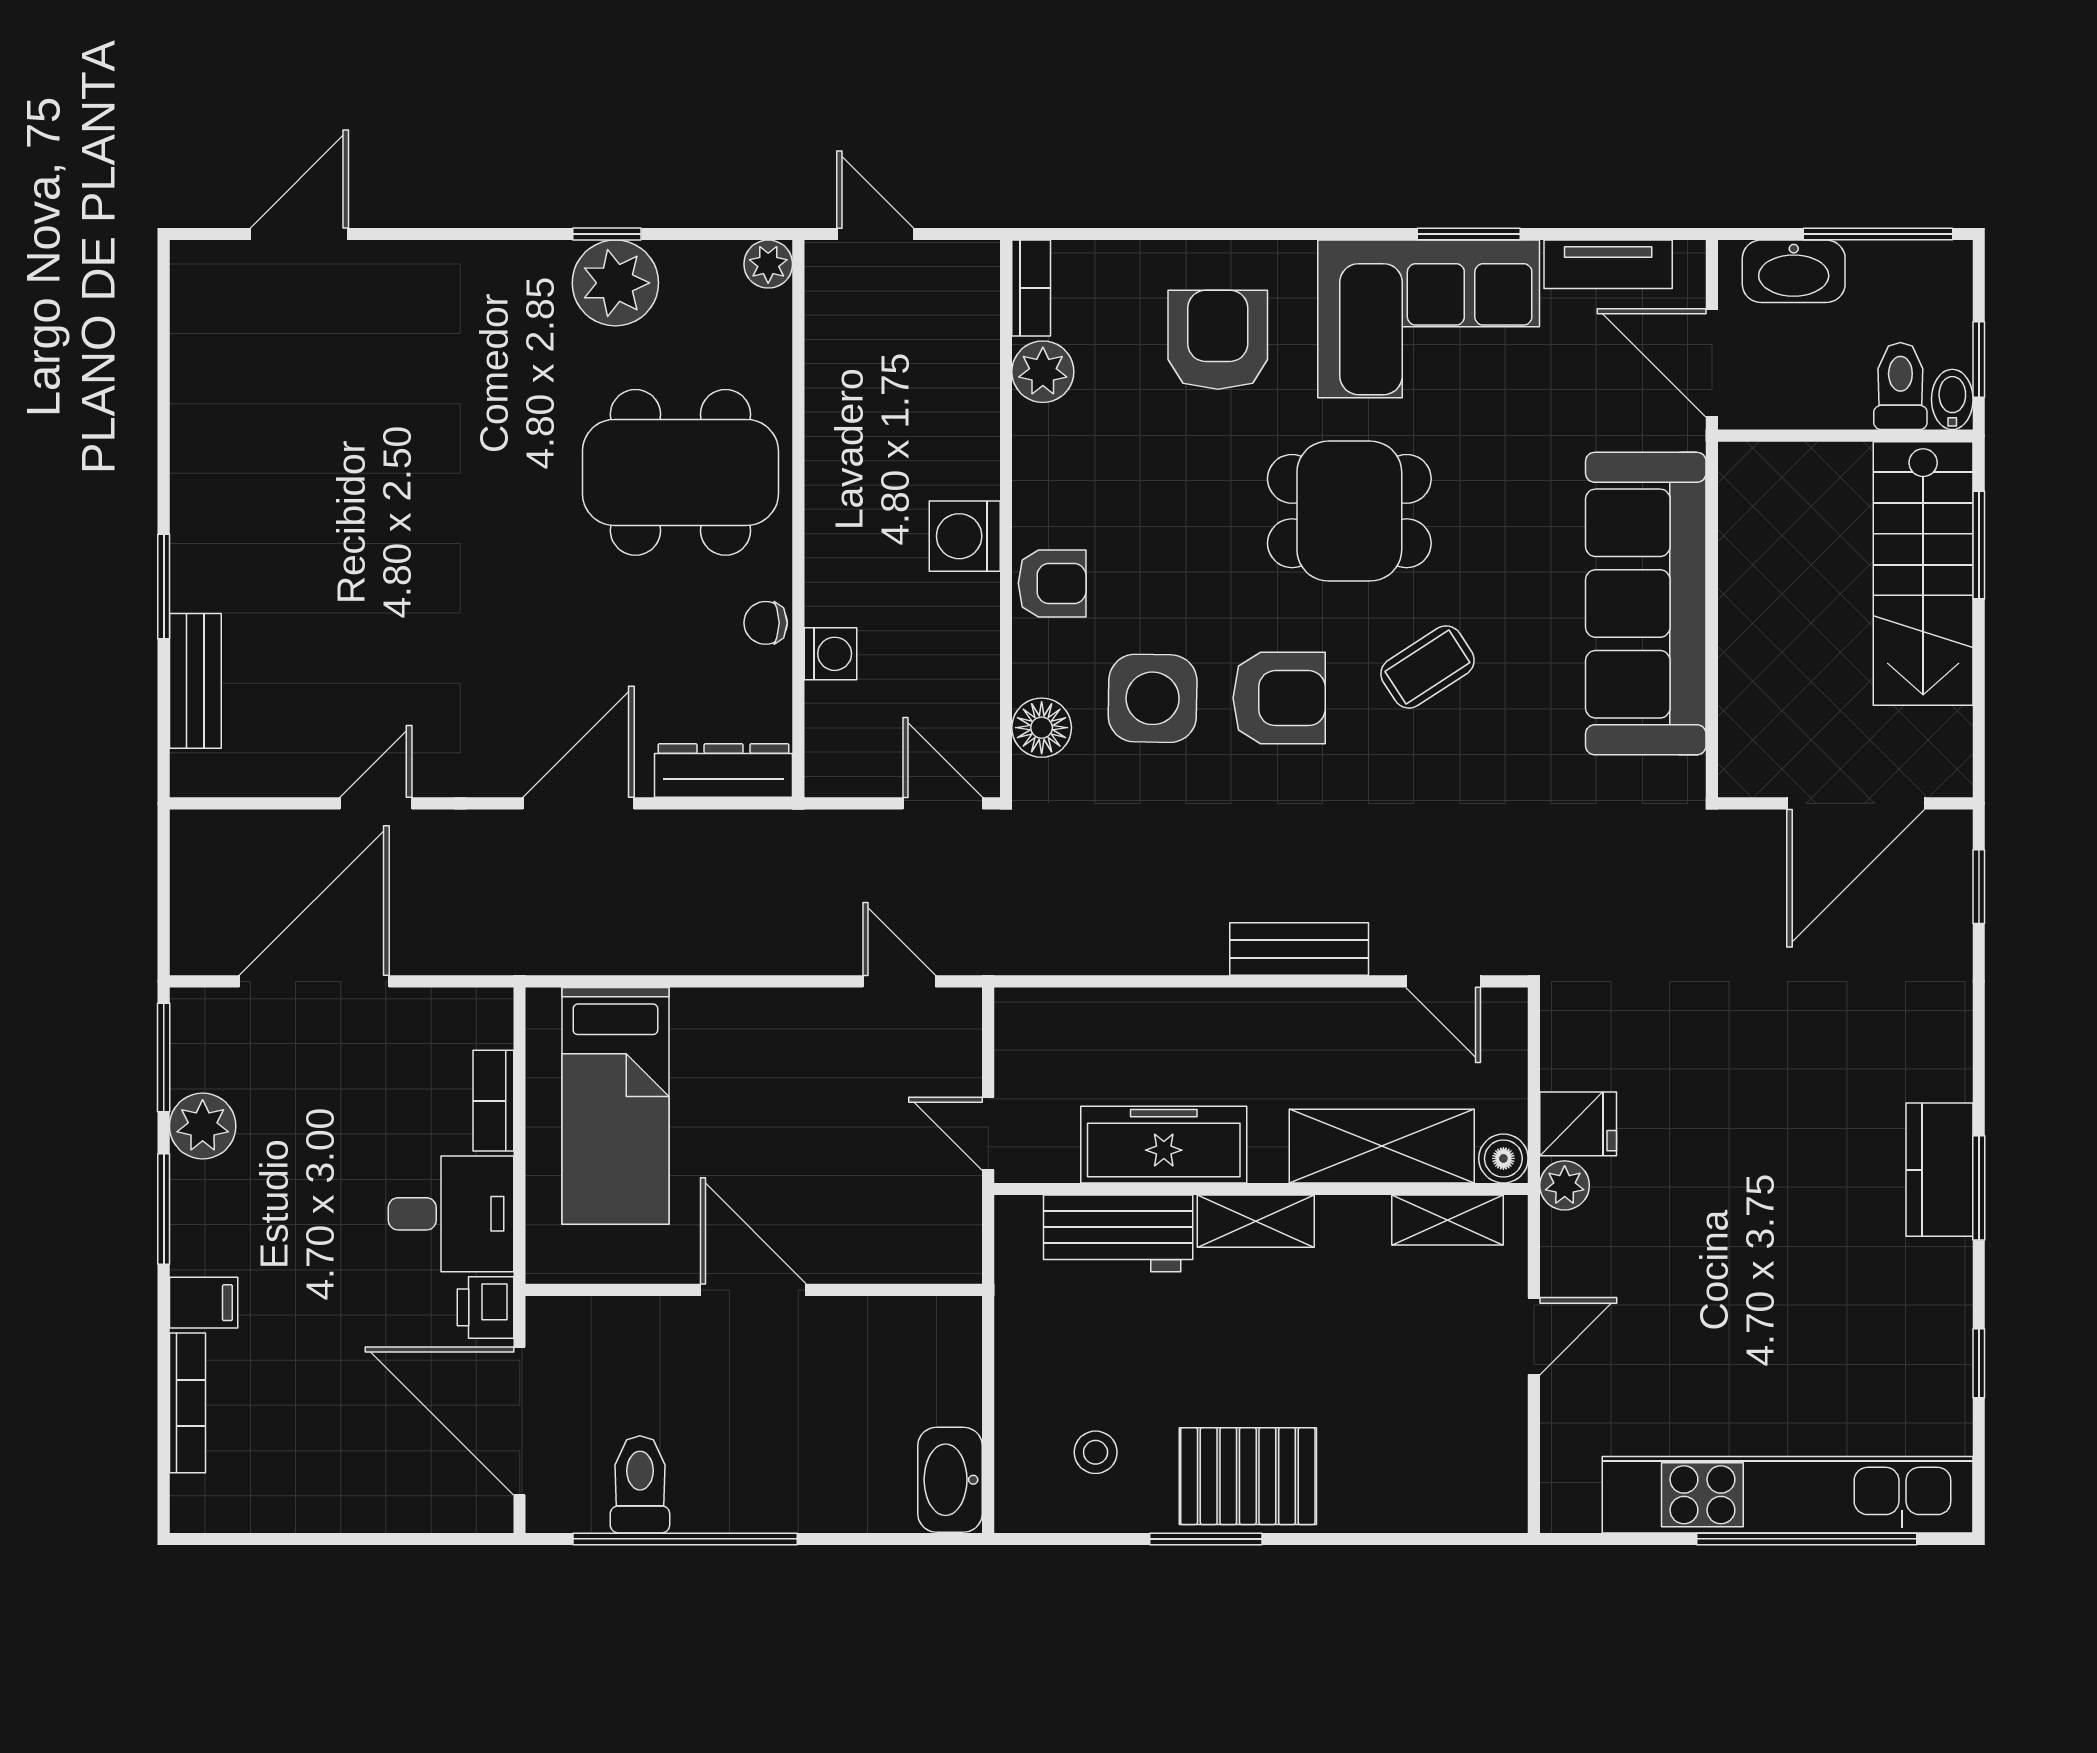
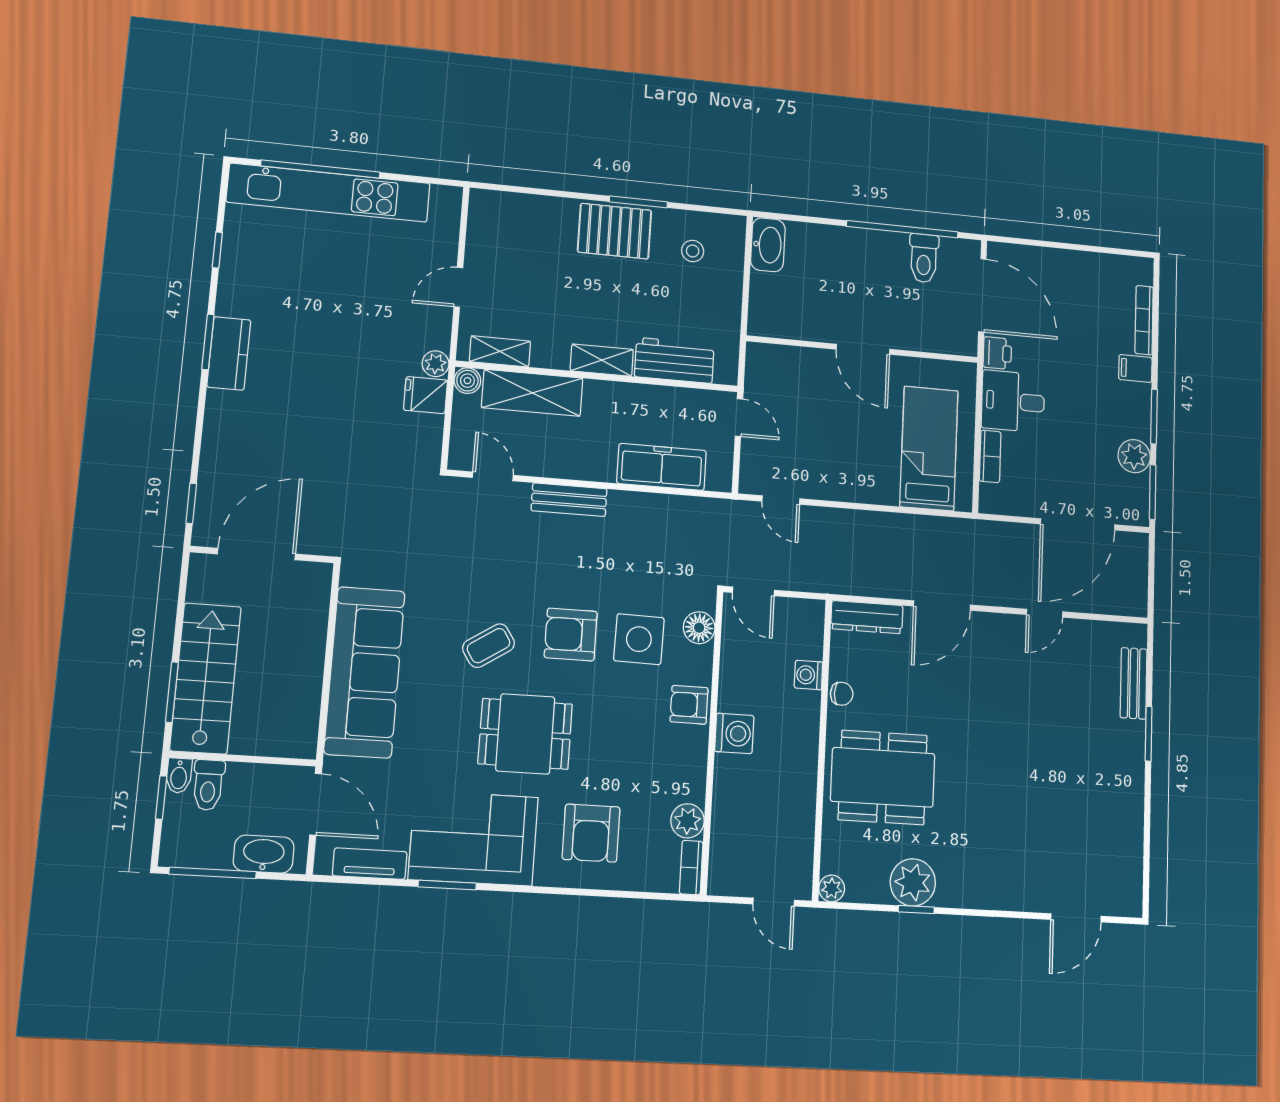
freezer: (1164, 1145) -> (662, 467), moved, turned 180

